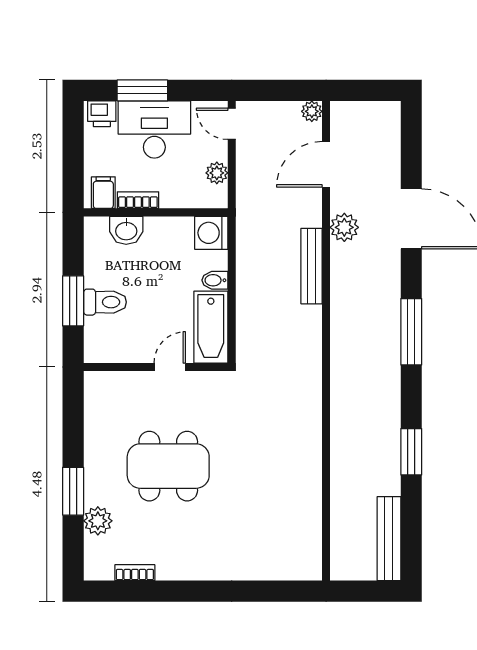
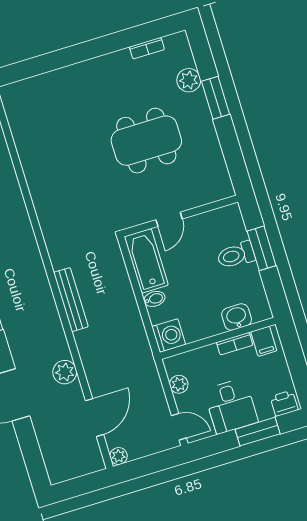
desk: (154, 130) -> (231, 406), width x0.73
bench: (312, 266) -> (71, 300), moved

